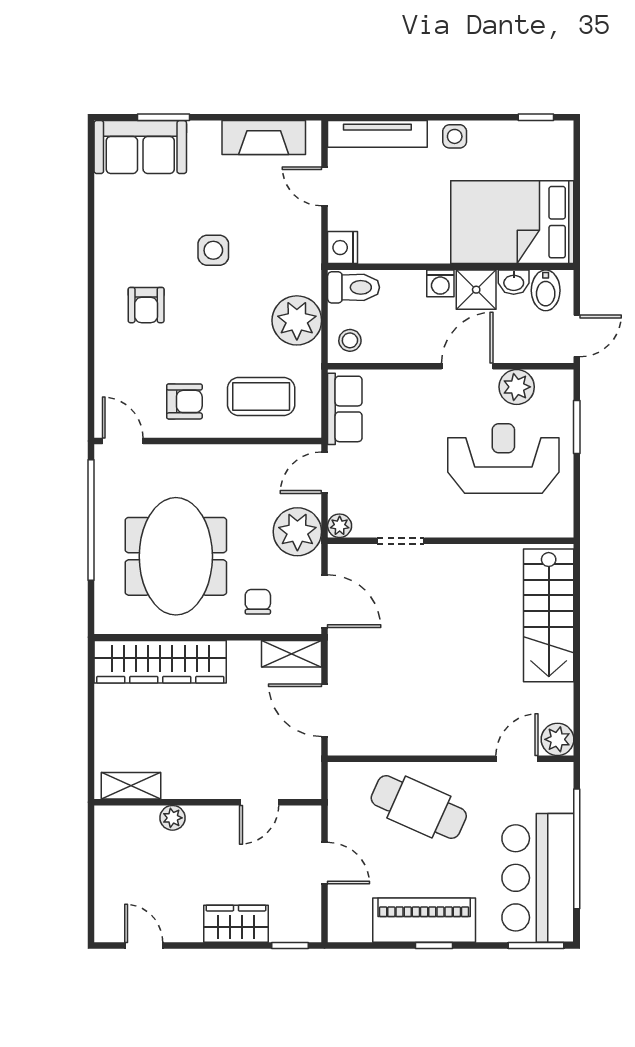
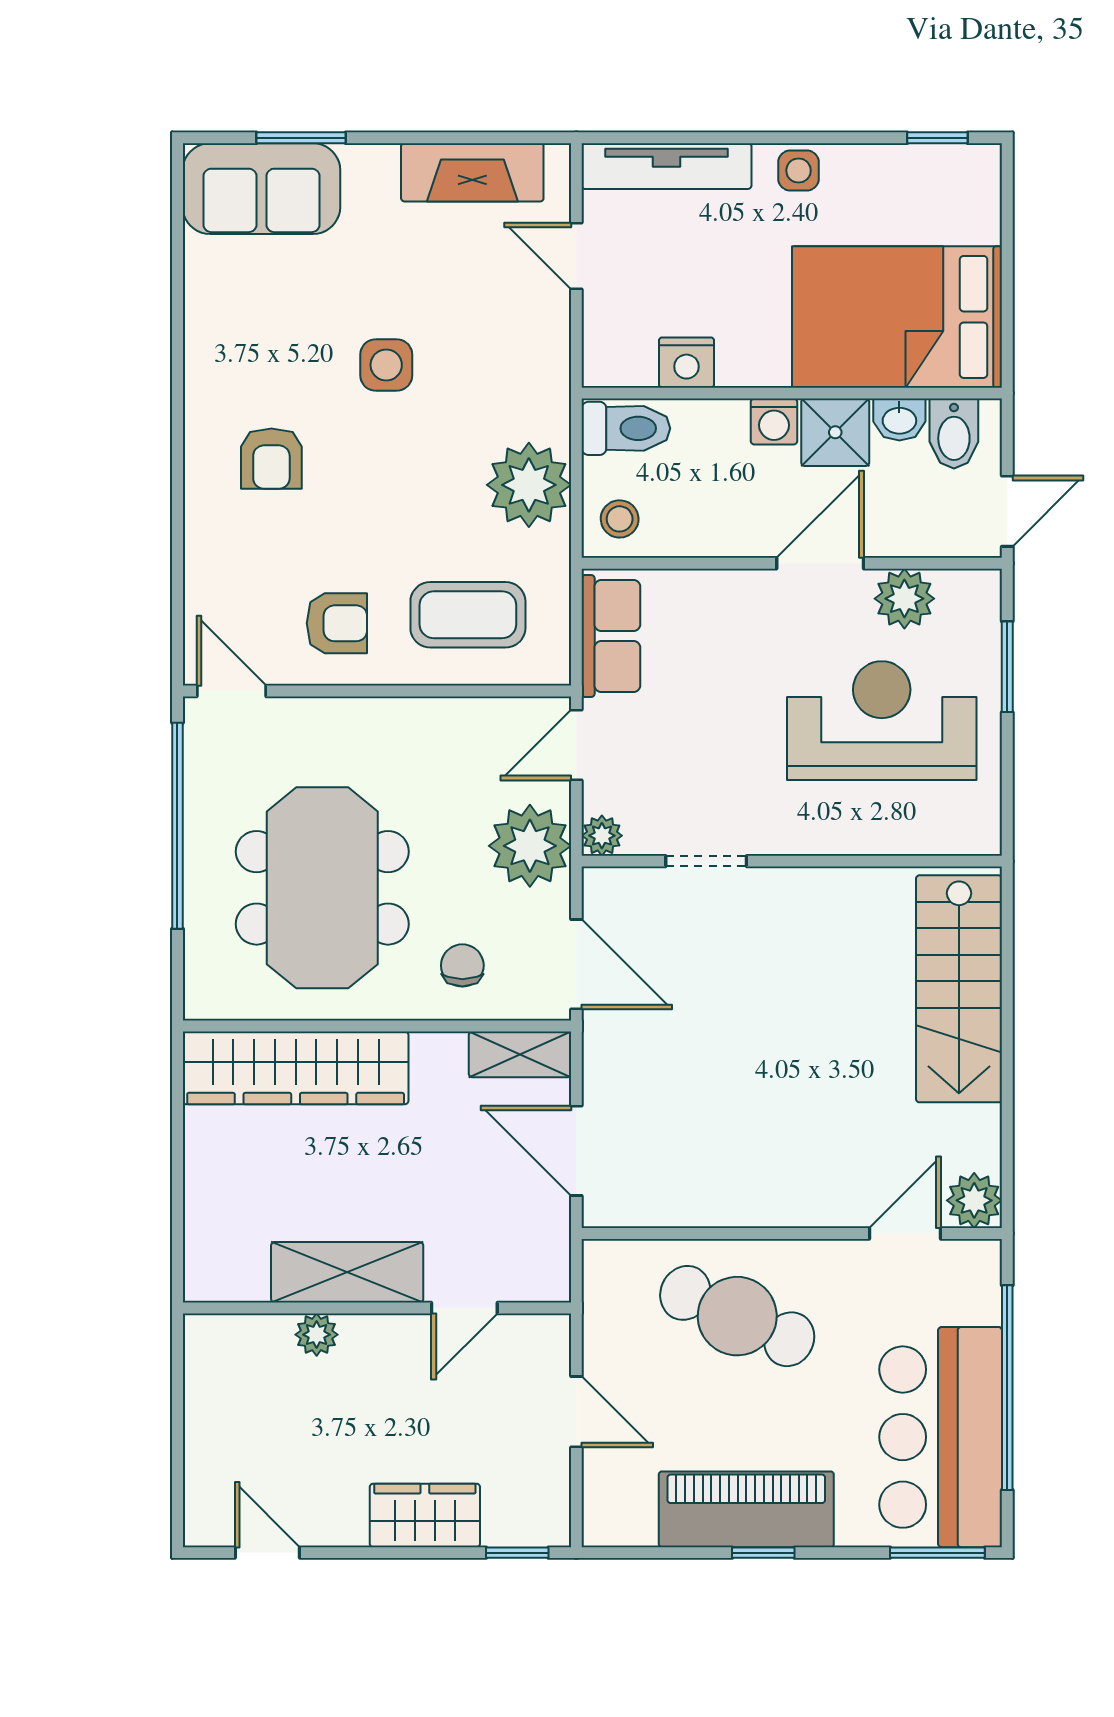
nightstand: (342, 248) -> (687, 363), moved, turned -90
shelving: (131, 786) -> (347, 1272), moved, width x1.50, depth x1.33

